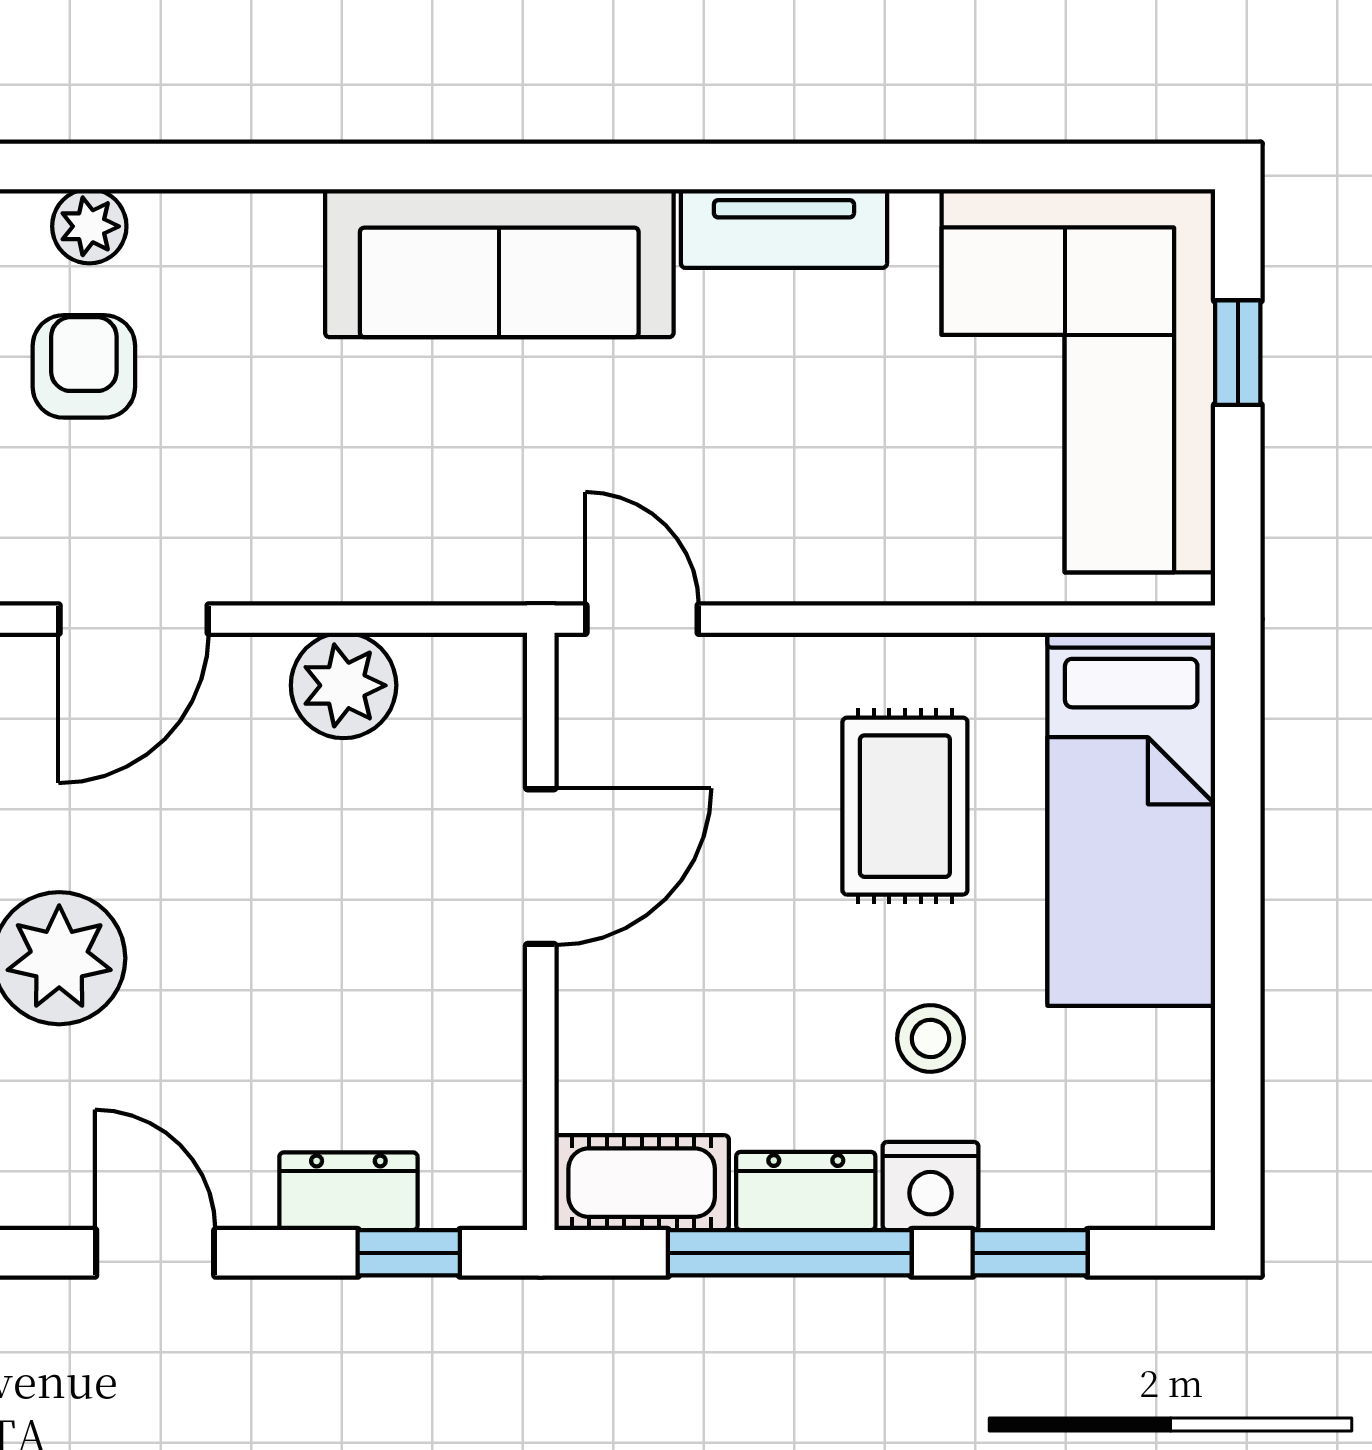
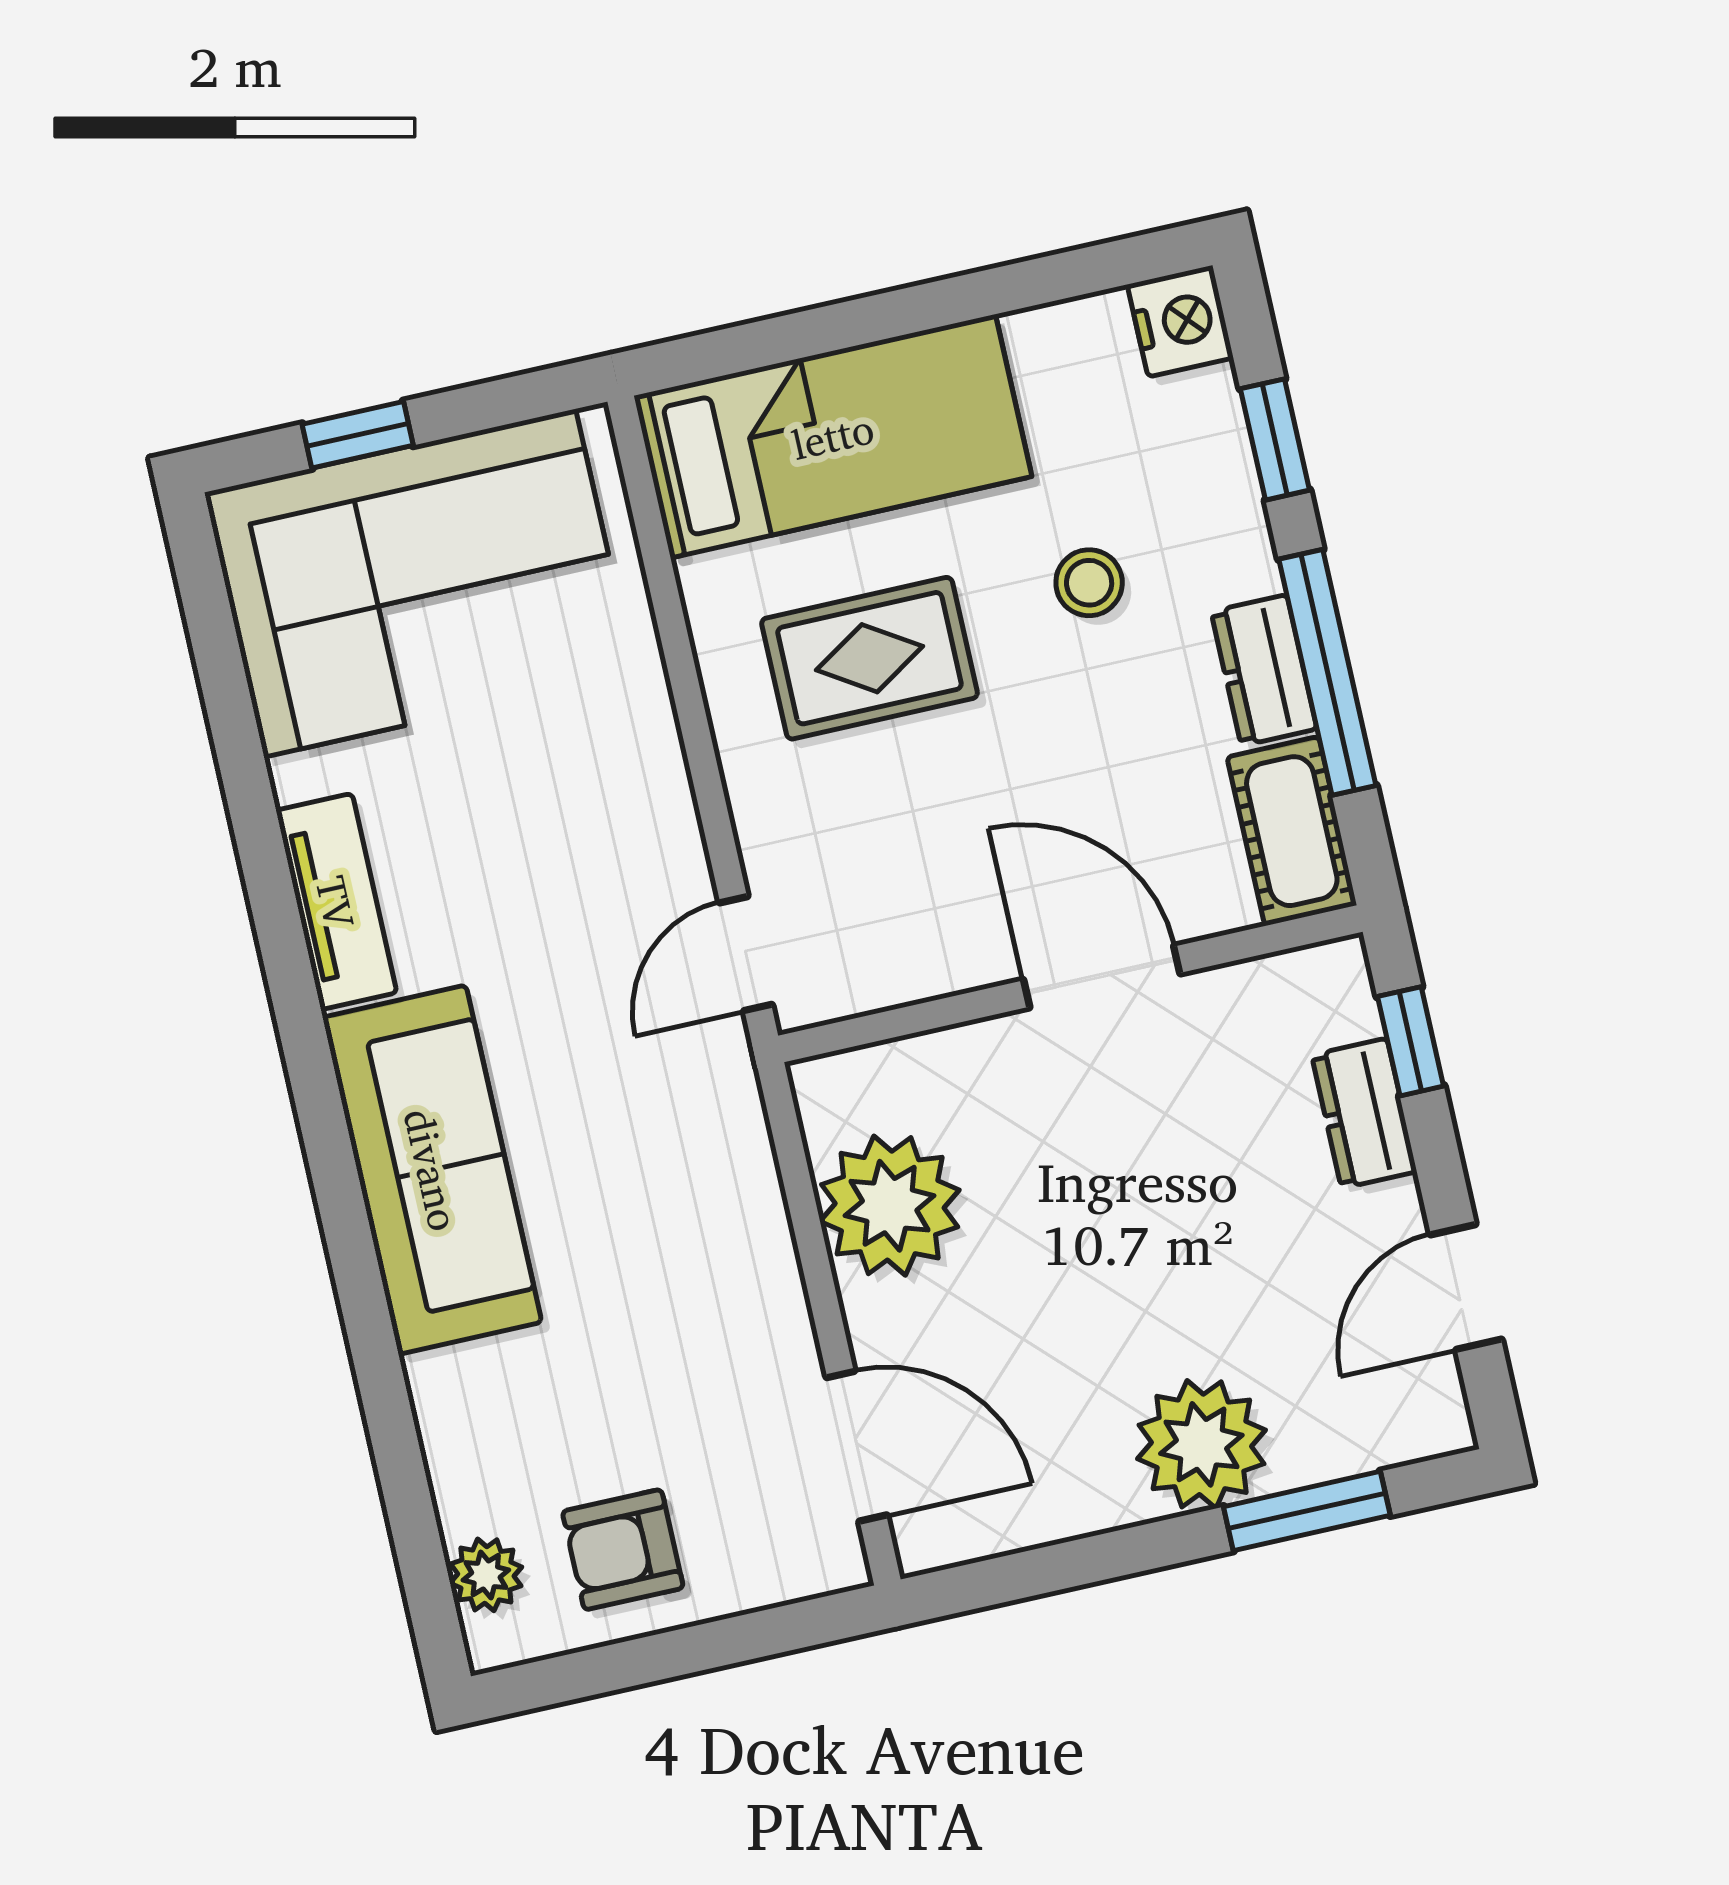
plant: (344, 685) -> (890, 1206), width x1.36, depth x1.36
door: (541, 867) -> (1102, 977), moved
nightstand: (931, 1186) -> (1180, 321), moved

